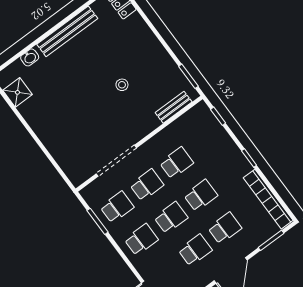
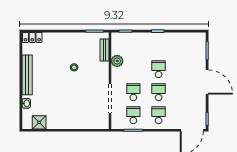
plant: (171, 134) -> (117, 61), added
school desk: (176, 163) -> (133, 69), removed
bookcase: (268, 199) -> (185, 37), removed
school desk: (225, 228) -> (184, 69), removed
school desk: (195, 250) -> (184, 92), removed

